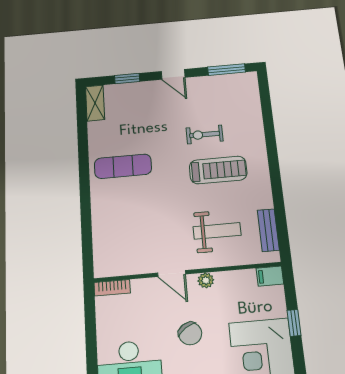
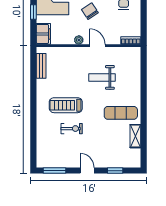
shelving: (95, 103) -> (135, 136), moved
weight bench: (217, 231) -> (102, 77), moved
filing cabinet: (270, 276) -> (43, 34), width x2.00

